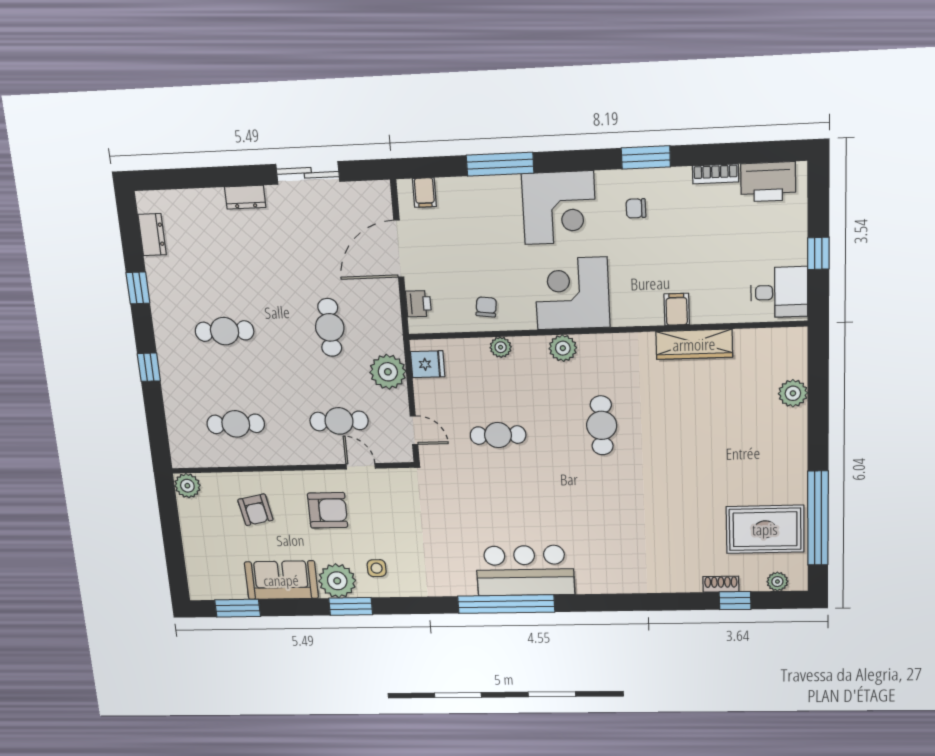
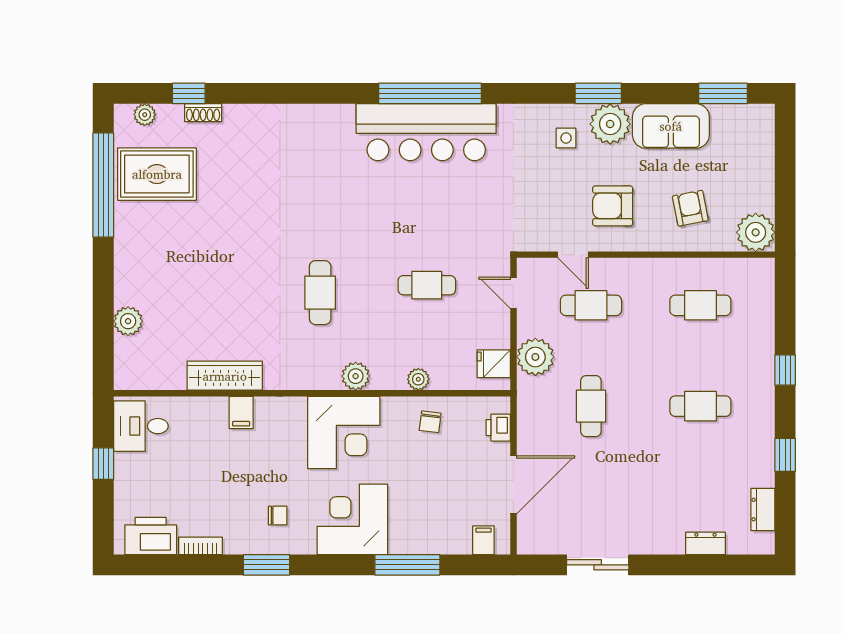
dresser: (245, 197) -> (705, 543), moved
plant: (187, 486) -> (756, 232), width x1.36, depth x1.36
bar counter: (525, 571) -> (426, 132), width x1.36

